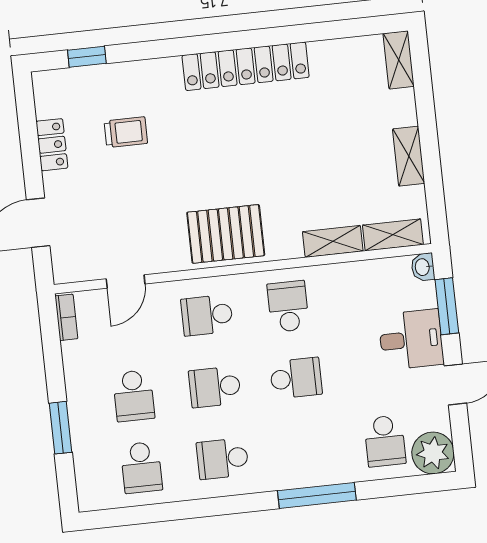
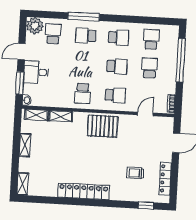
locker: (52, 145) -> (165, 179), width x1.53
school desk: (296, 378) -> (86, 36), moved
window: (60, 428) -> (181, 60), width x2.11

